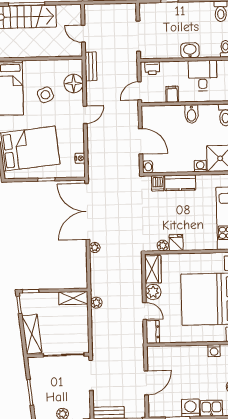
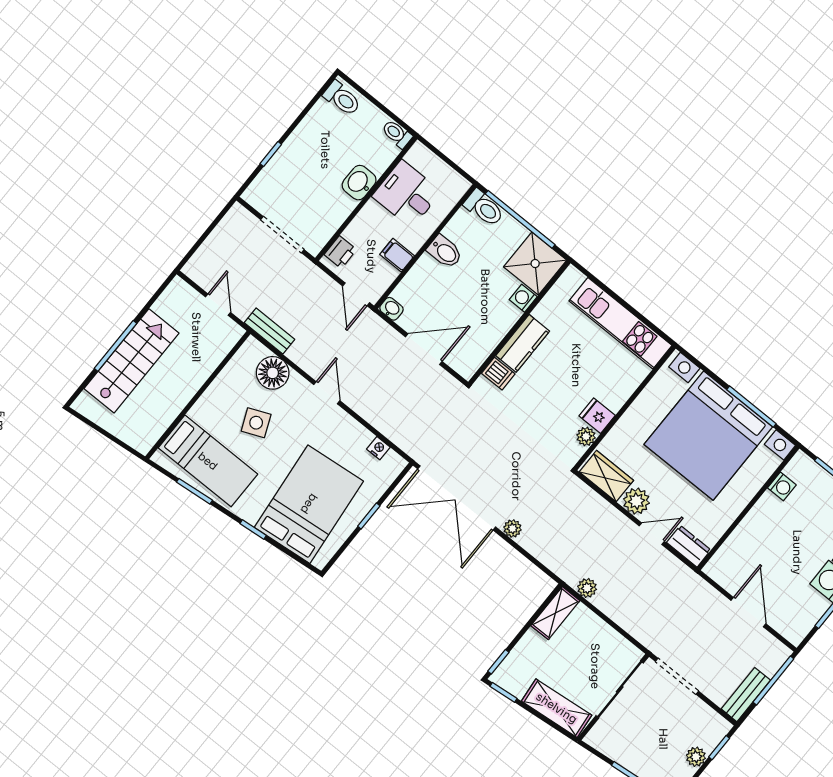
door: (83, 34) -> (218, 305), swing flipped
washbasin: (148, 167) -> (391, 309), moved

